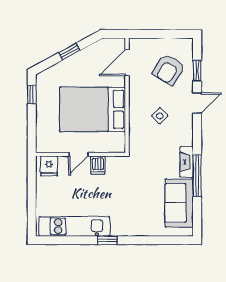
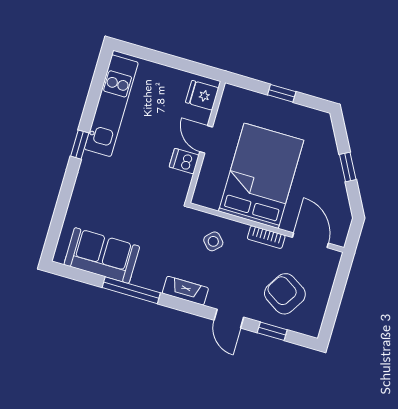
window: (32, 94) -> (282, 93), moved
bookcase: (134, 94) -> (266, 237), added
side table: (160, 116) -> (213, 241), moved
fireplace: (187, 162) -> (185, 291), moved

